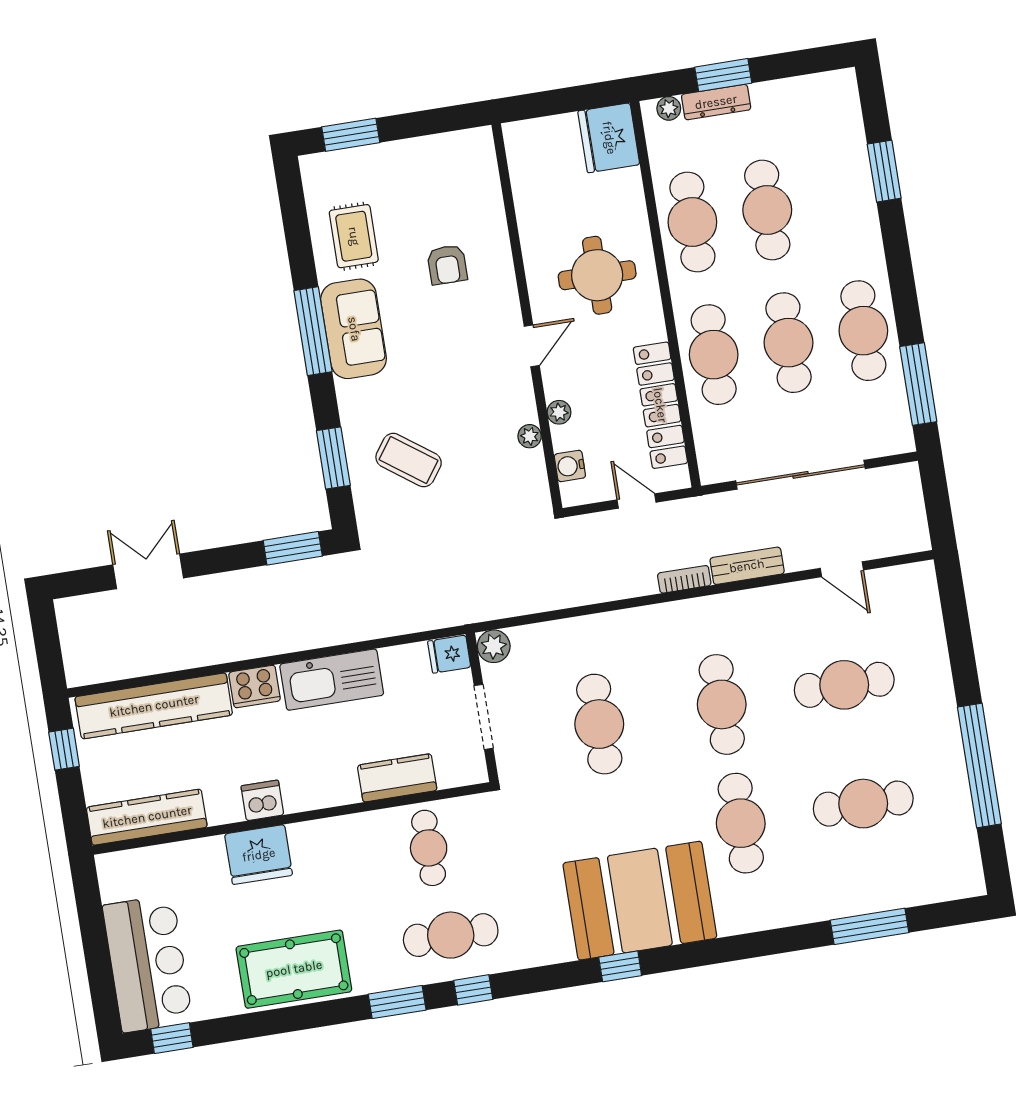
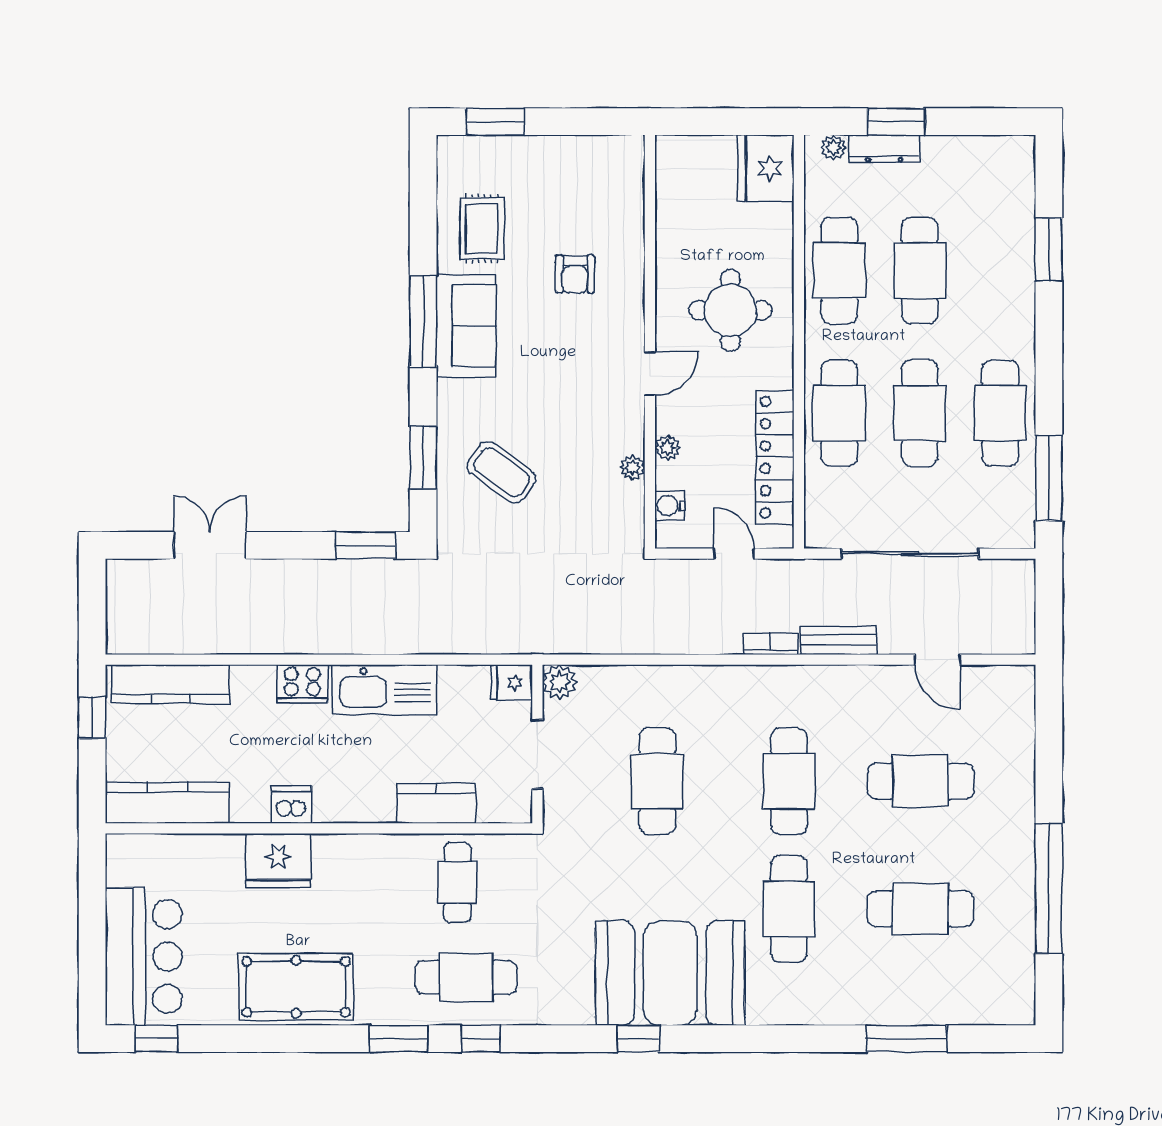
kitchen counter: (154, 706) -> (171, 684), width x0.72, depth x0.86

